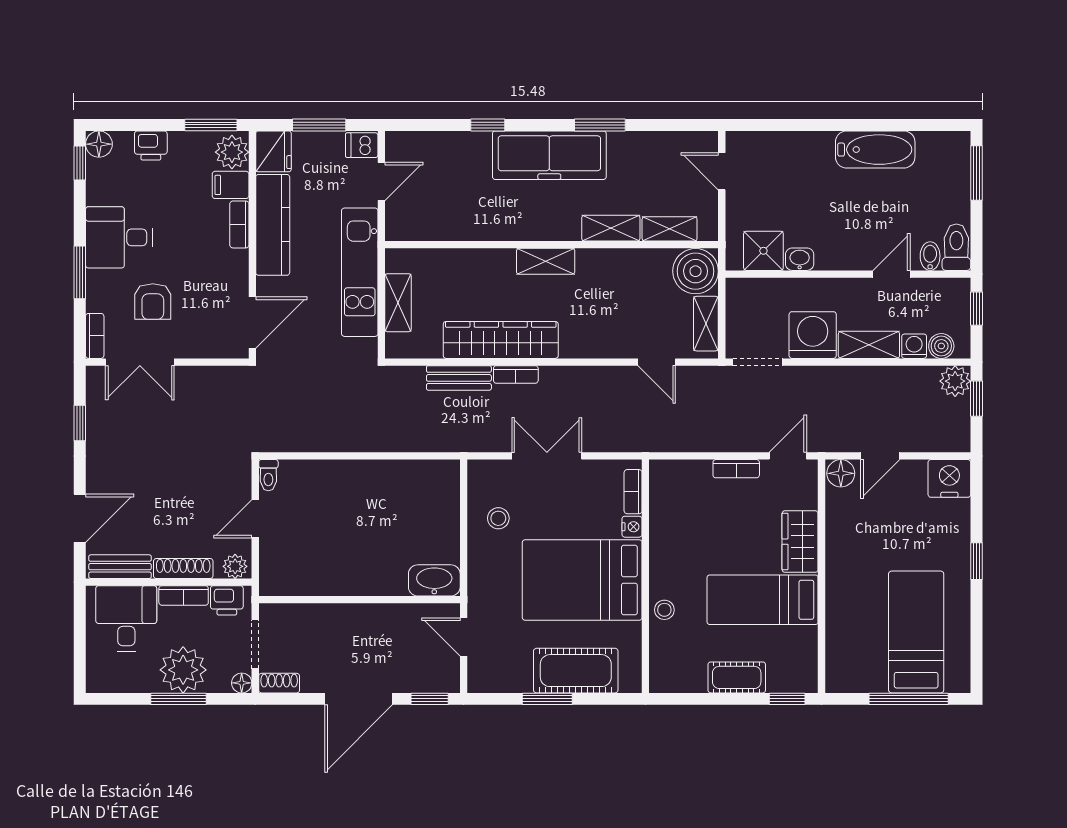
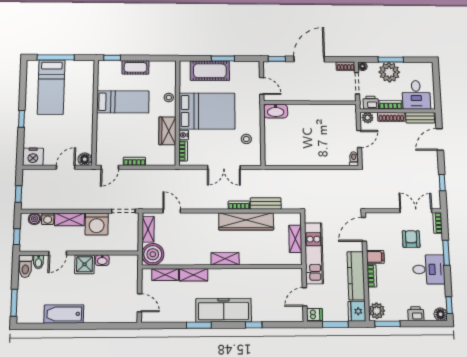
filing cabinet: (231, 185) -> (375, 257), moved
shower: (763, 251) -> (85, 264), moved
plant: (955, 381) -> (28, 202), removed
wardrobe: (800, 542) -> (167, 131), moved, turned 180

